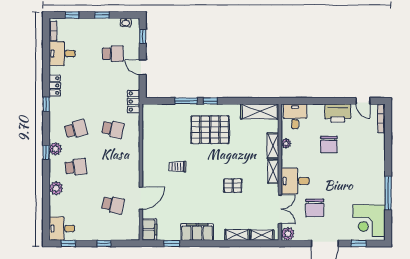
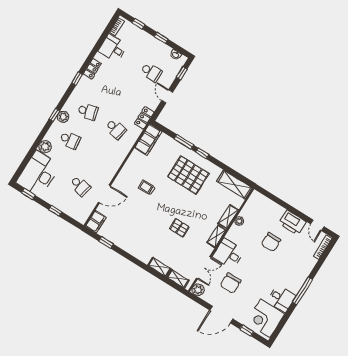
desk: (295, 116) -> (281, 298), moved, turned 90
window: (388, 193) -> (302, 291), moved
desk: (62, 229) -> (38, 174), width x1.87, depth x1.30
filing cabinet: (197, 232) -> (148, 140), moved, turned 90

